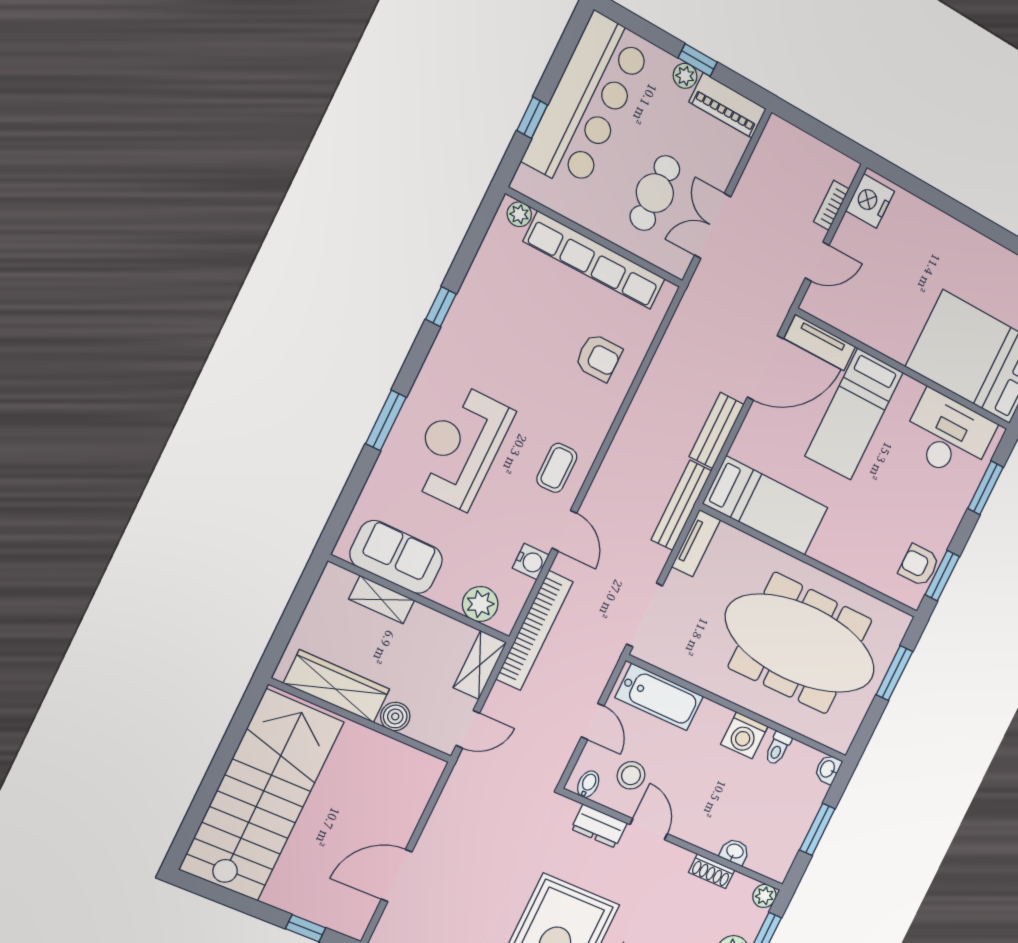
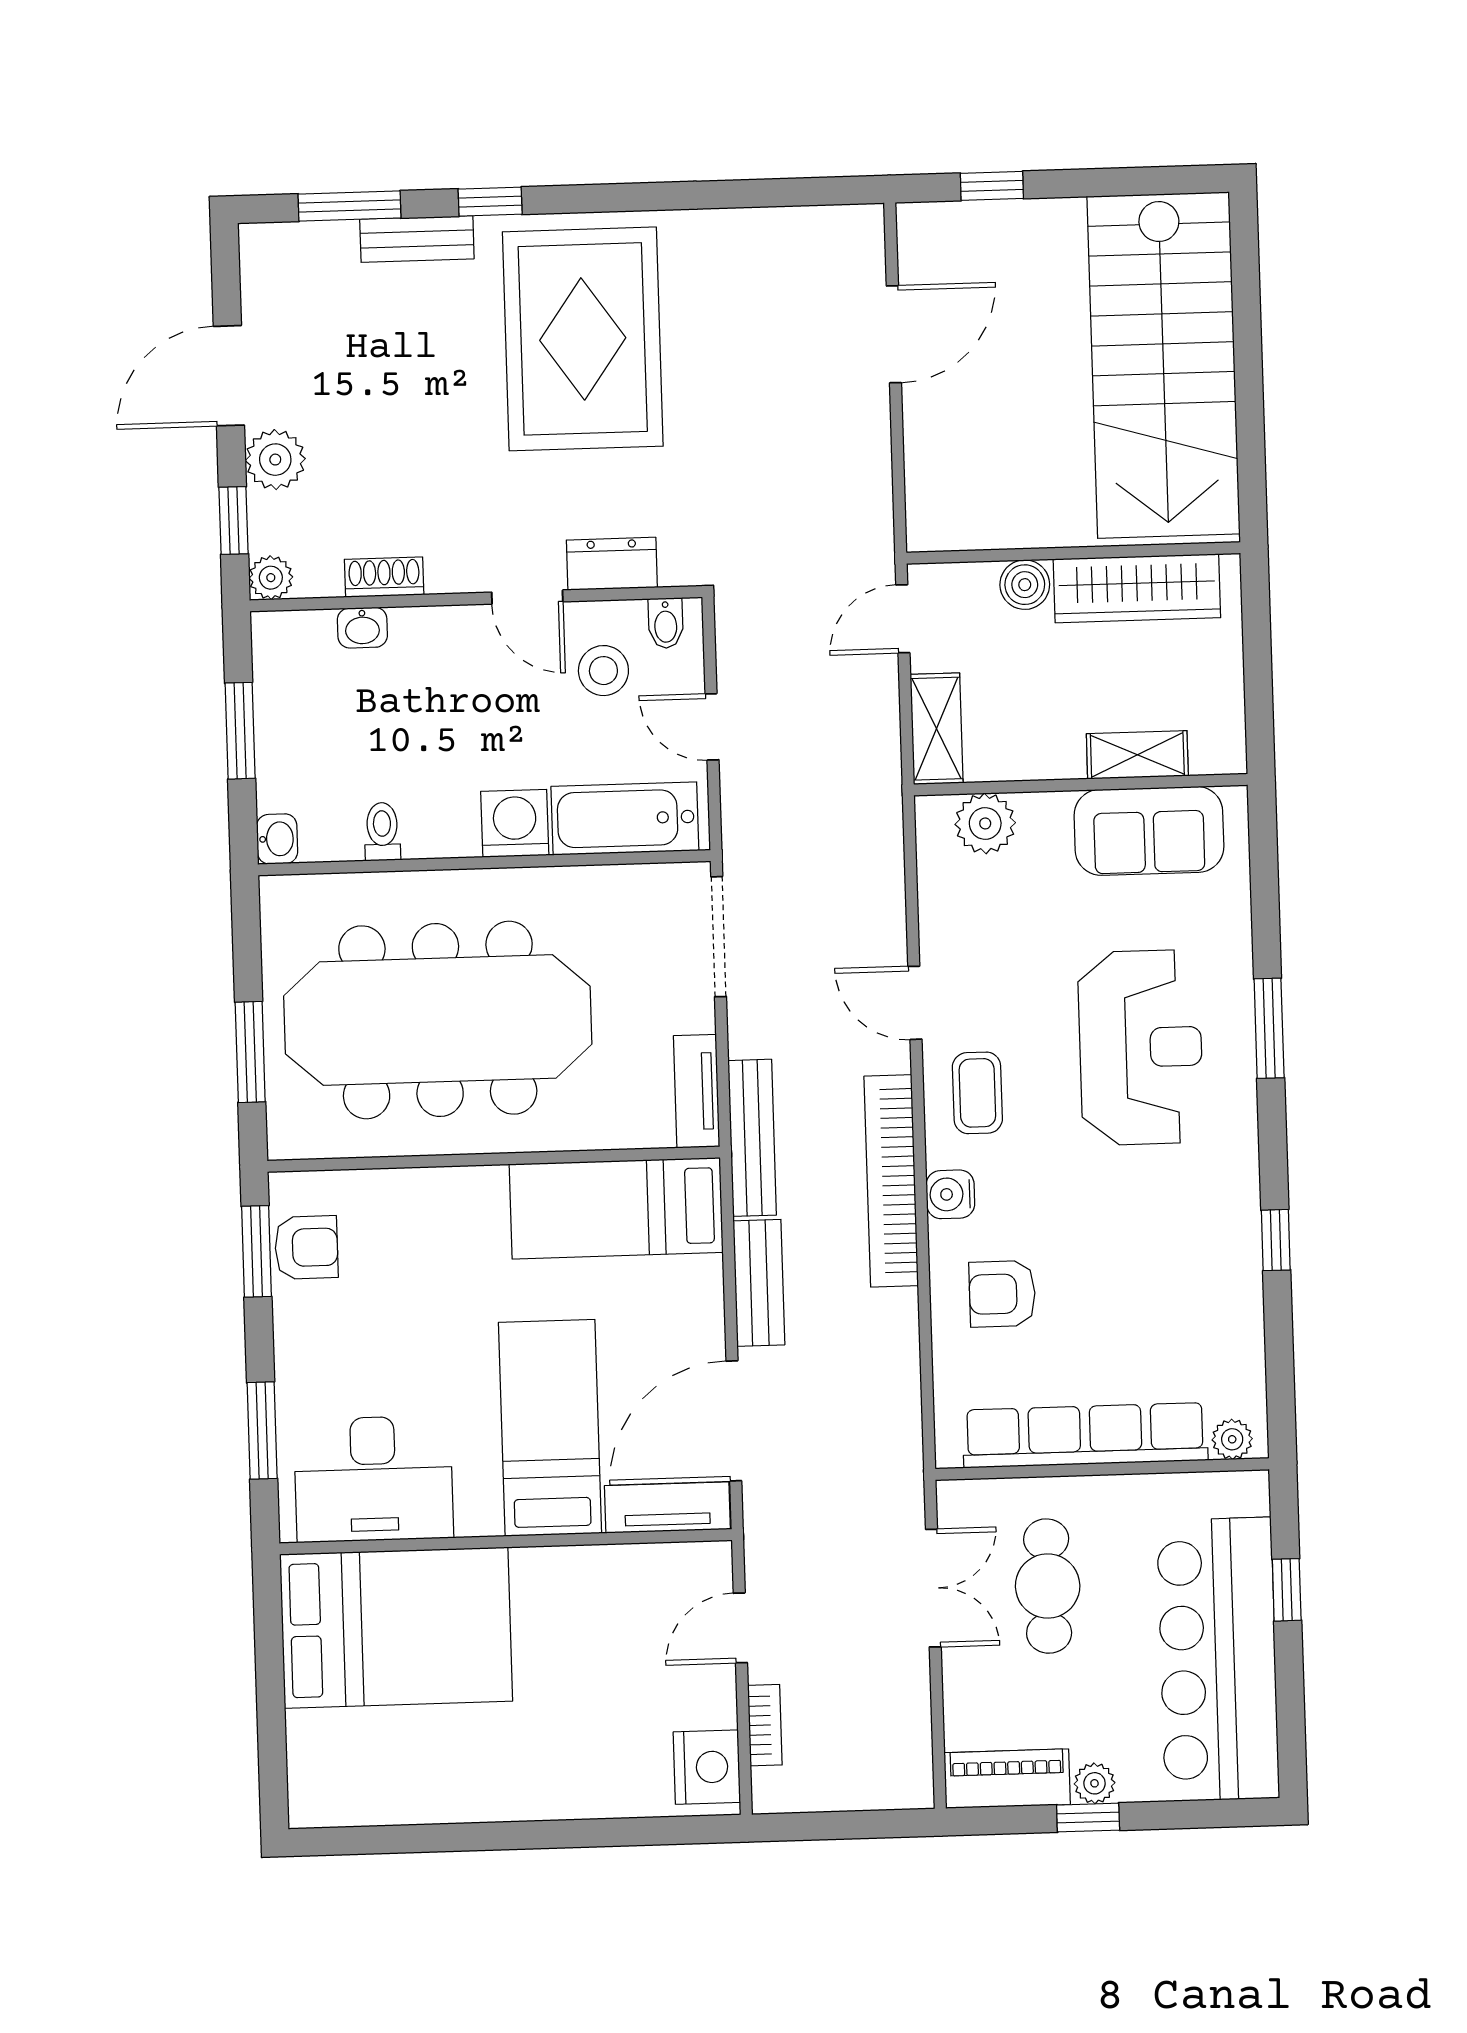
water cooler: (531, 561) -> (950, 1194), moved
bookcase: (534, 631) -> (891, 1181), moved
washing machine: (744, 735) -> (515, 823), moved

